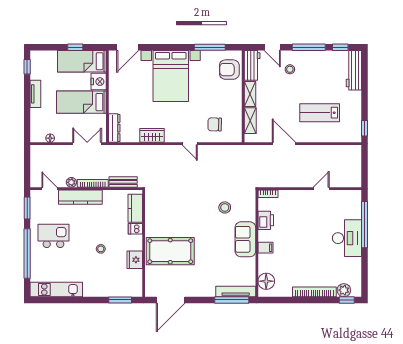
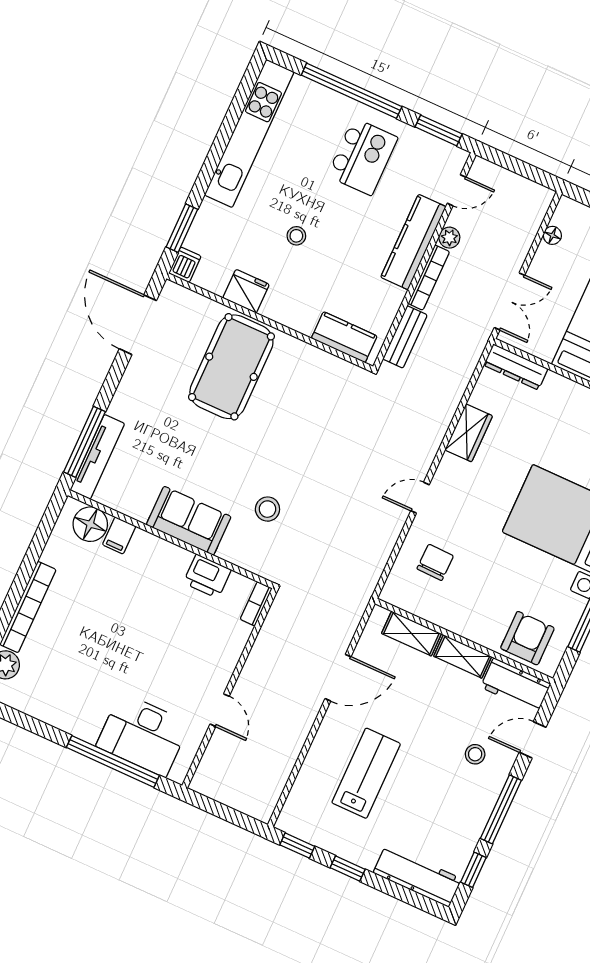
window: (364, 102) -> (348, 869), added
dishwasher: (135, 229) -> (185, 265), moved
desk: (347, 238) -> (143, 735), moved
filing cabinet: (265, 248) -> (119, 535), moved
kitchen unit: (56, 289) -> (249, 133), width x1.36

